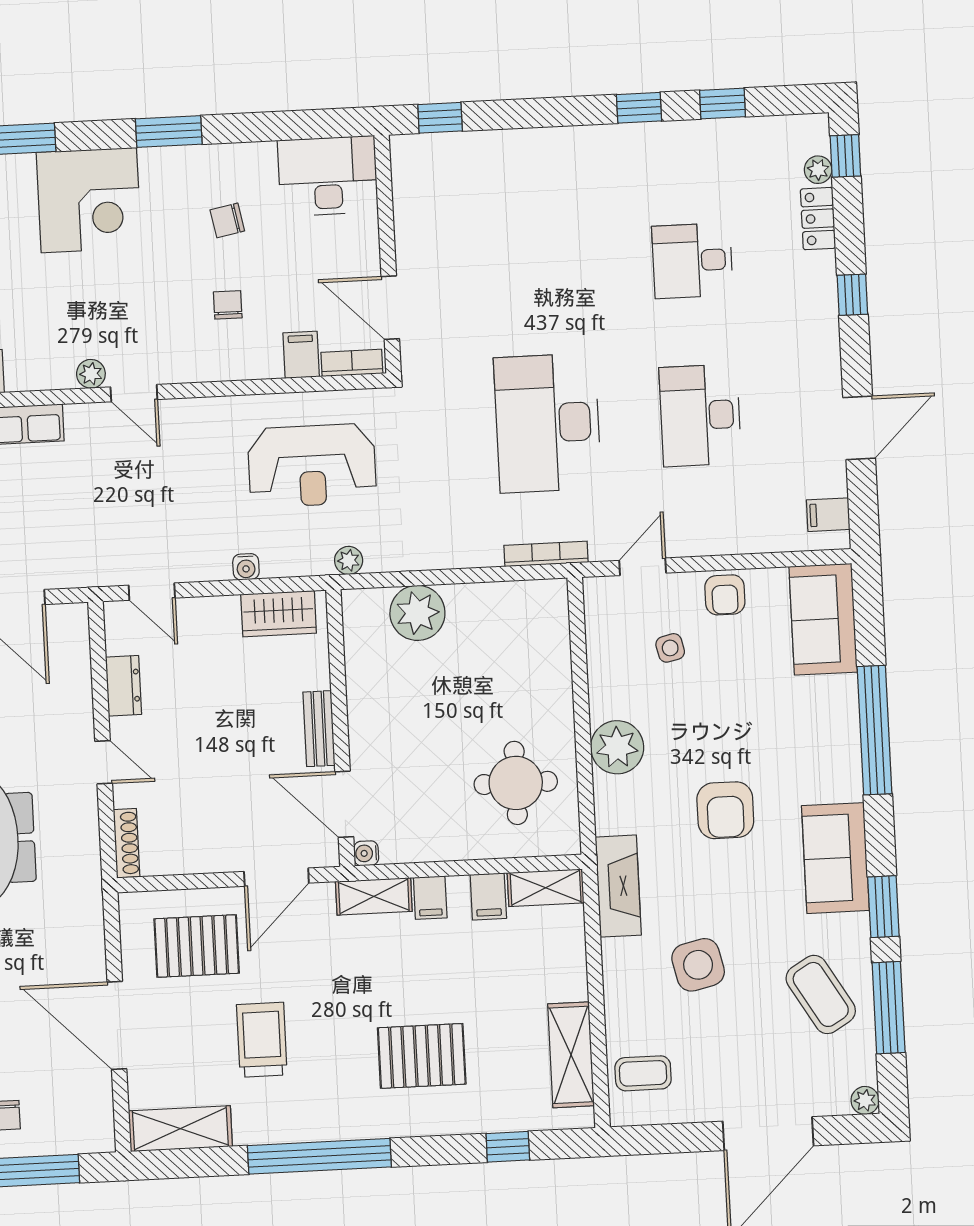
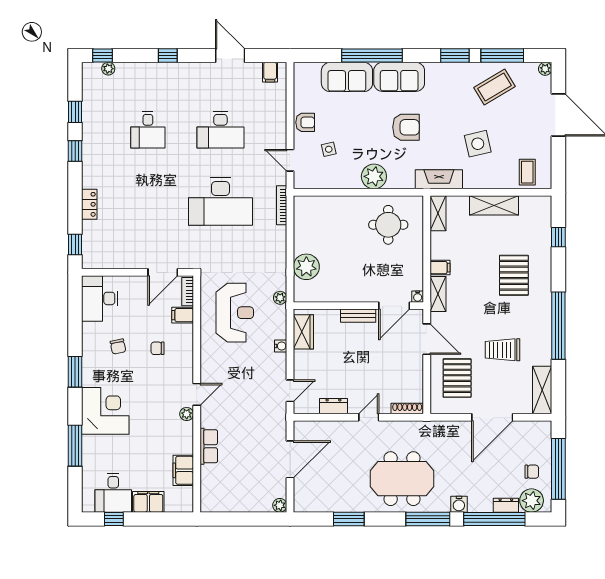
locker: (818, 219) -> (89, 204), moved, turned -90
sofa: (823, 619) -> (347, 77), moved
sofa: (835, 858) -> (399, 77), moved
filing cabinet: (488, 896) -> (441, 240), removed
shelving: (571, 1055) -> (494, 205), moved

